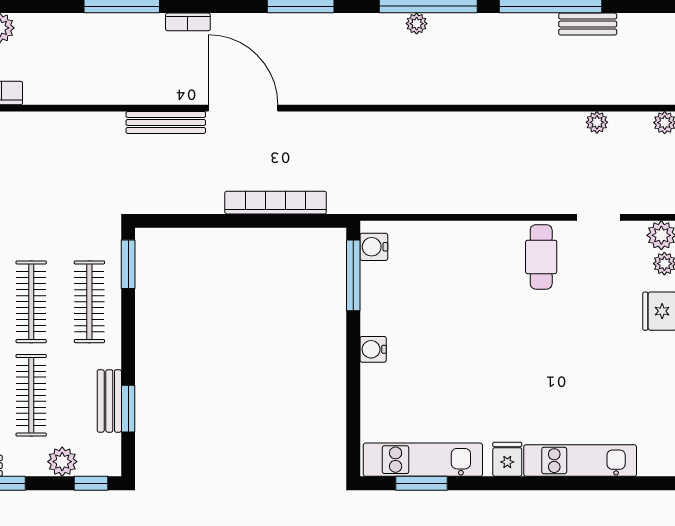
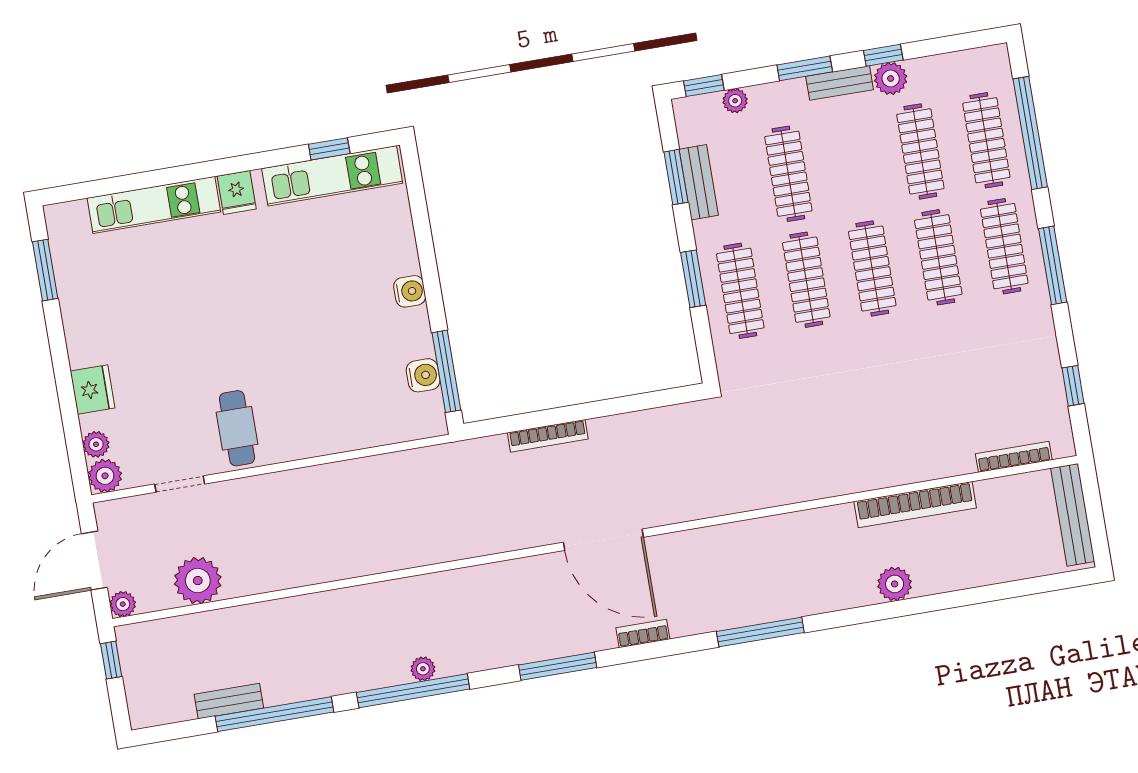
bookcase: (188, 22) -> (643, 634), moved
bench: (166, 122) -> (688, 509), removed
plant: (597, 122) -> (198, 581), width x1.87, depth x1.87
bookcase: (276, 203) -> (548, 436), width x0.68, depth x0.76
water cooler: (374, 247) -> (423, 375), moved
window: (128, 264) -> (693, 279), moved
plant: (62, 462) -> (735, 101), width x0.73, depth x0.73
window: (422, 483) -> (329, 149), width x0.67

